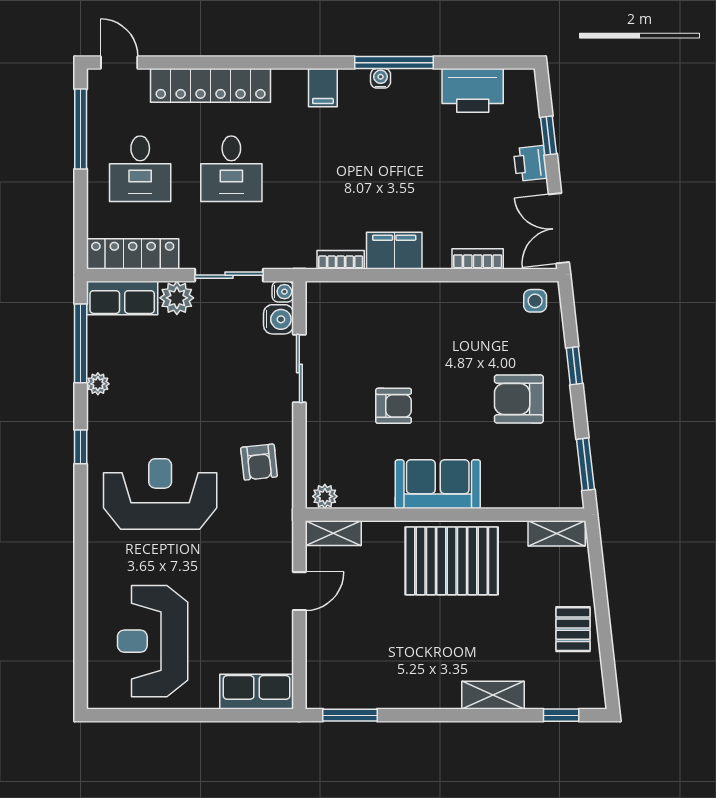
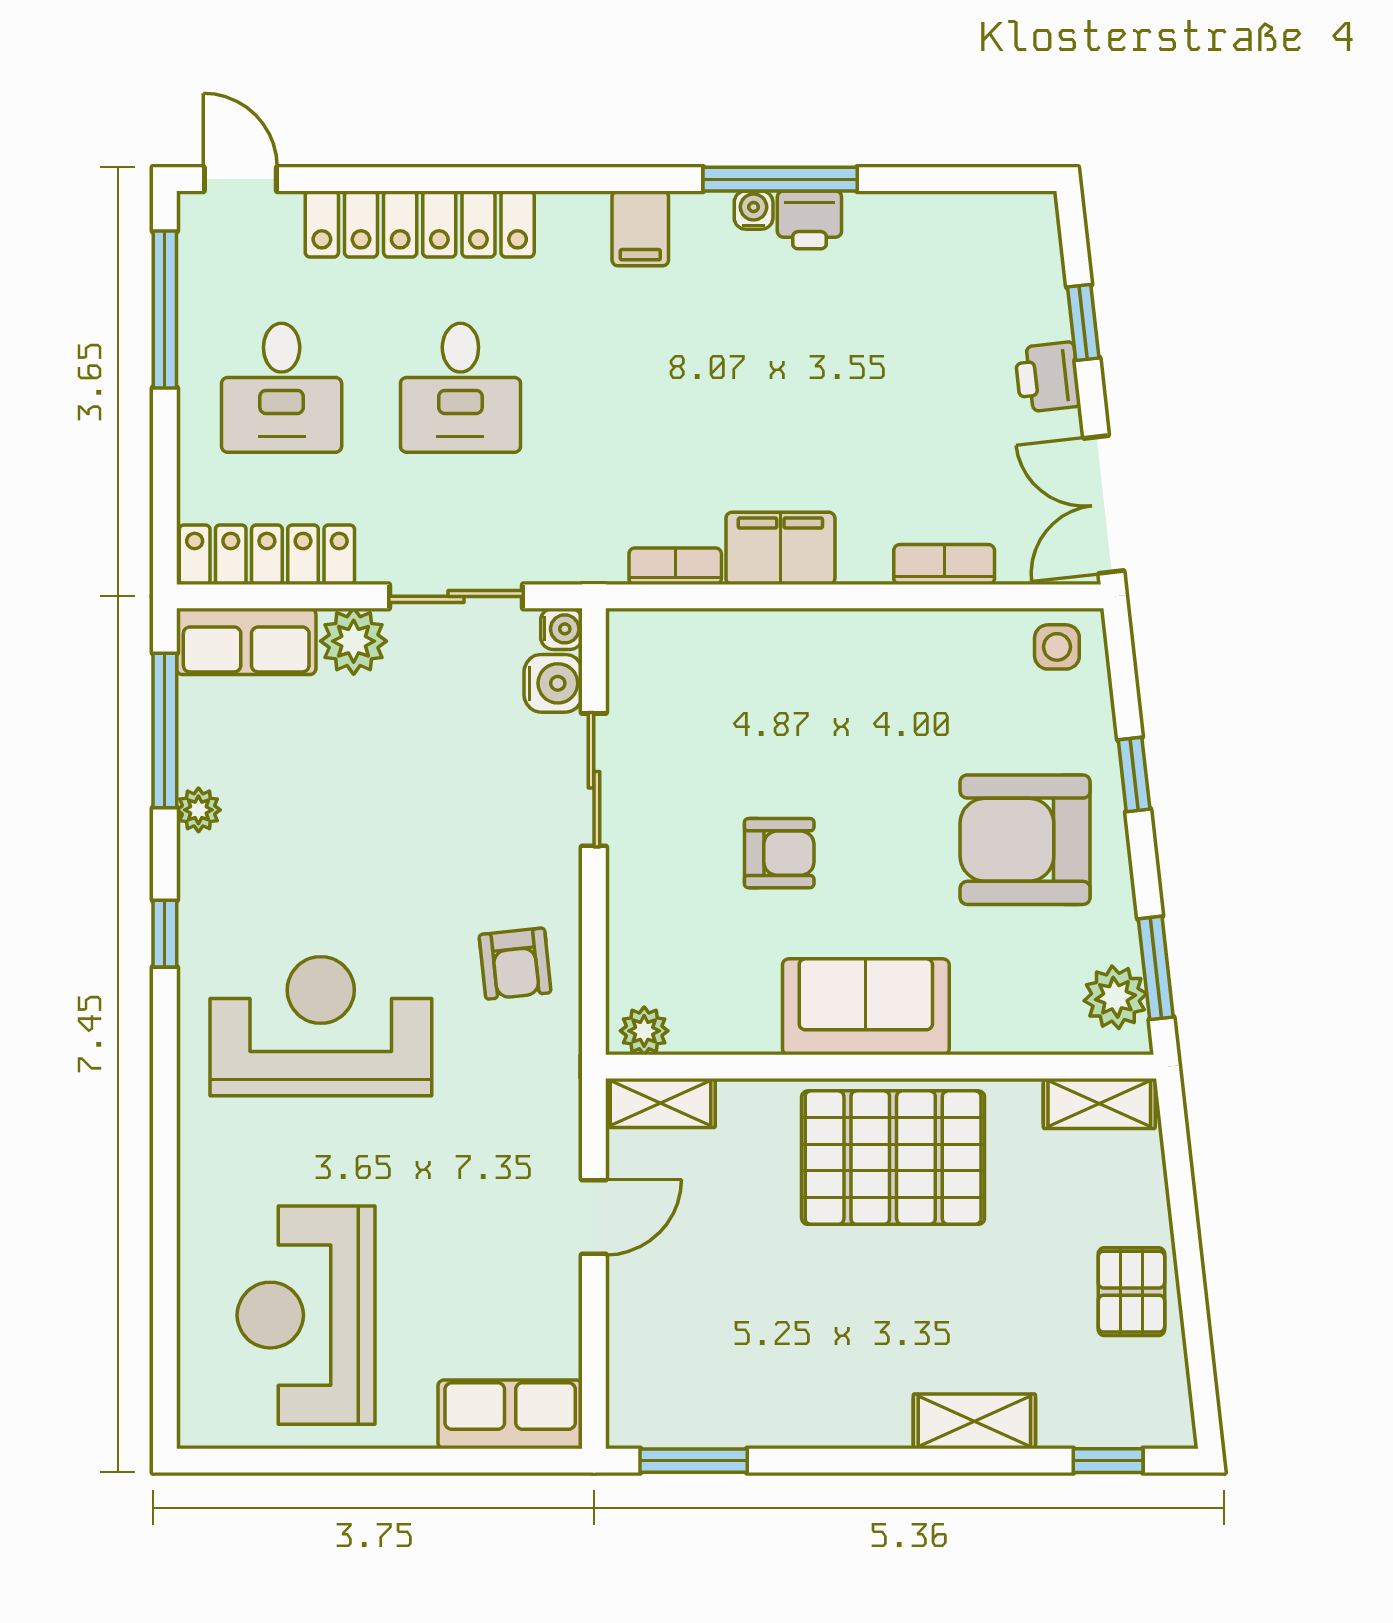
printer: (473, 90) -> (809, 220), moved, width x0.53, depth x0.68
armchair: (519, 399) -> (1025, 840), width x1.36, depth x1.36
plant: (565, 479) -> (1115, 997), added

